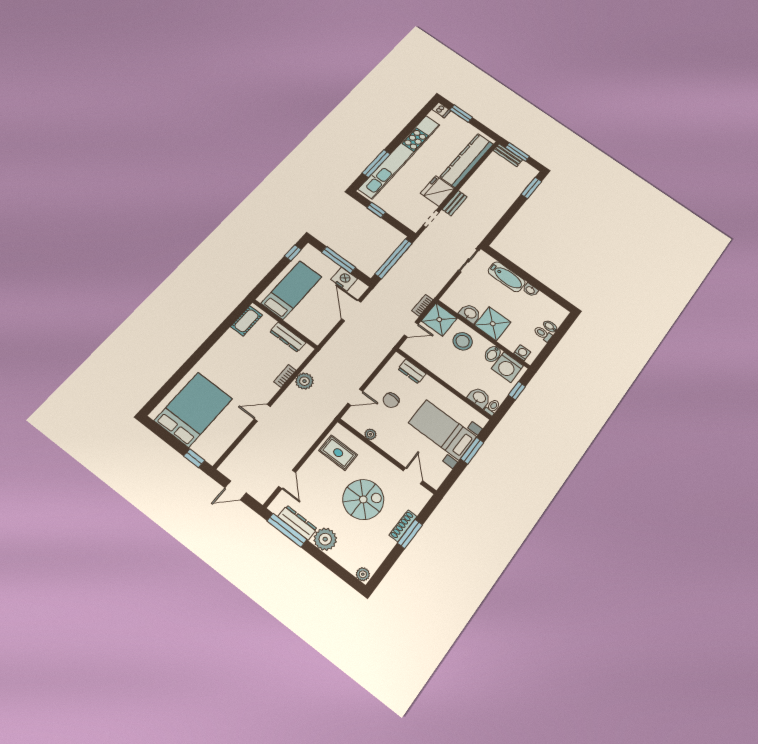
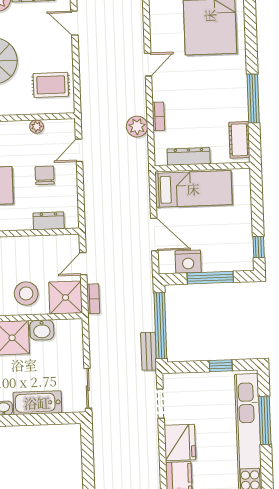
bench: (455, 203) -> (149, 351), moved
bed: (292, 290) -> (193, 189), moved, turned -90
window: (214, 337) -> (253, 98), added

